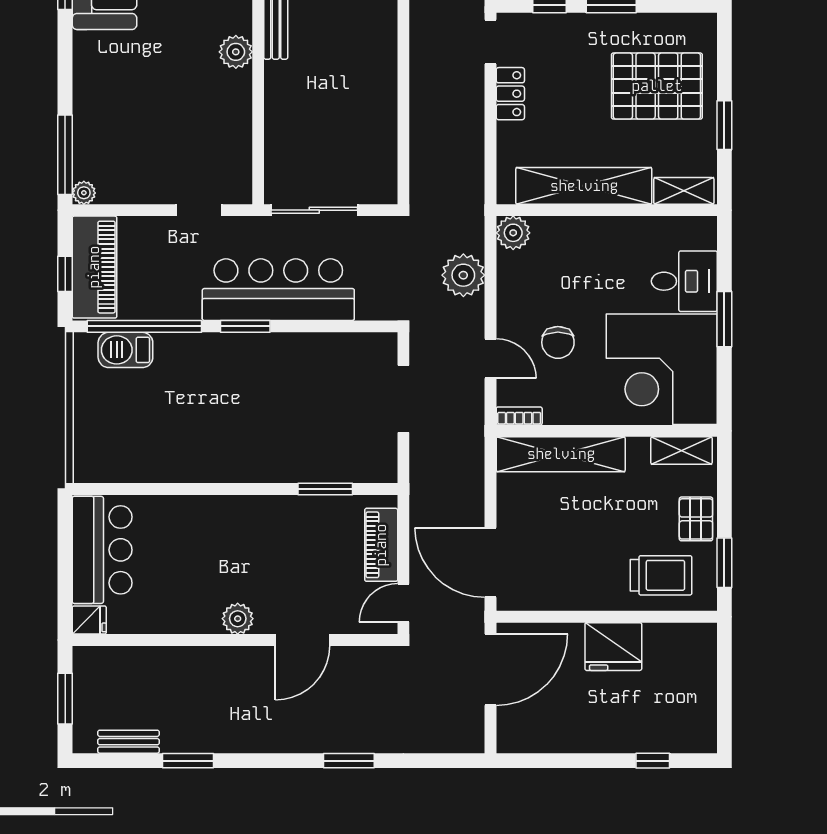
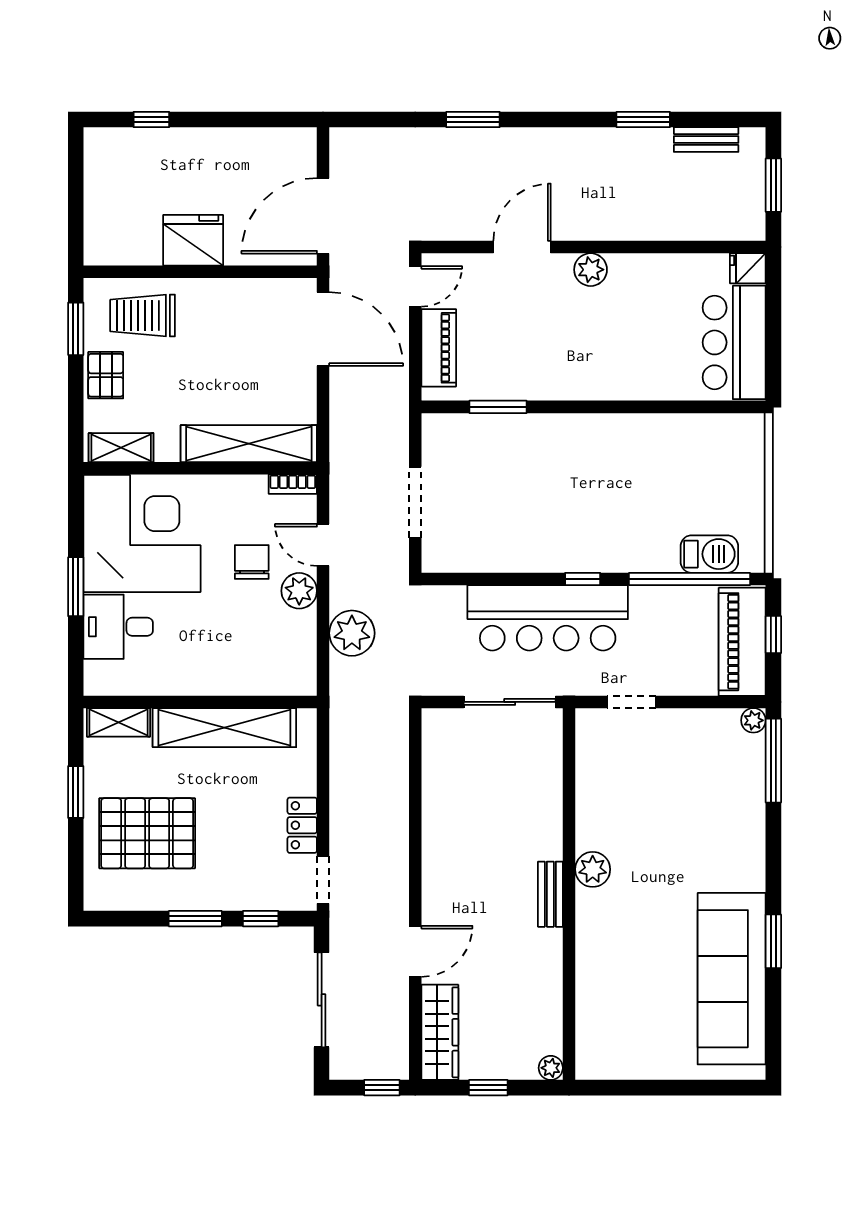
plant: (513, 233) -> (299, 591), moved
window: (245, 326) -> (583, 579), width x0.67

